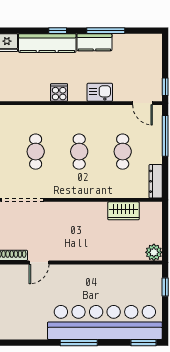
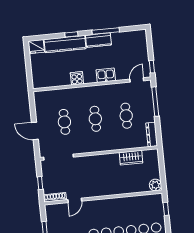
door: (142, 103) -> (137, 80), swing flipped

